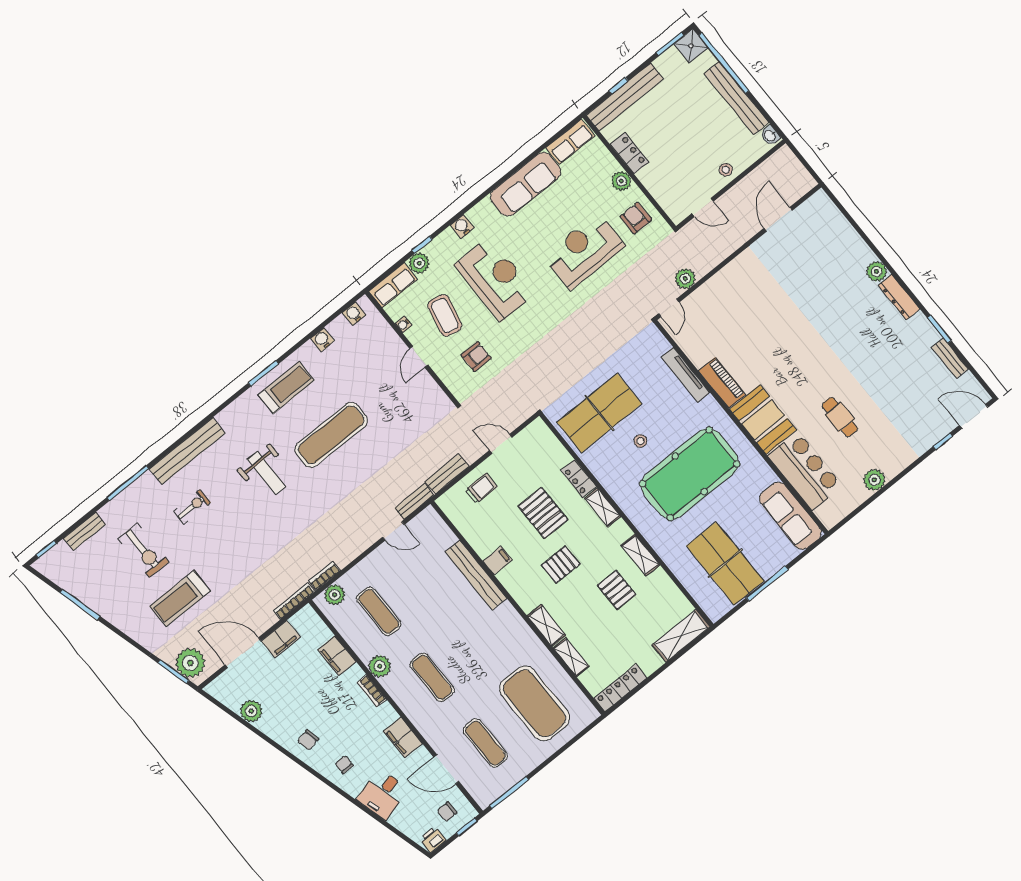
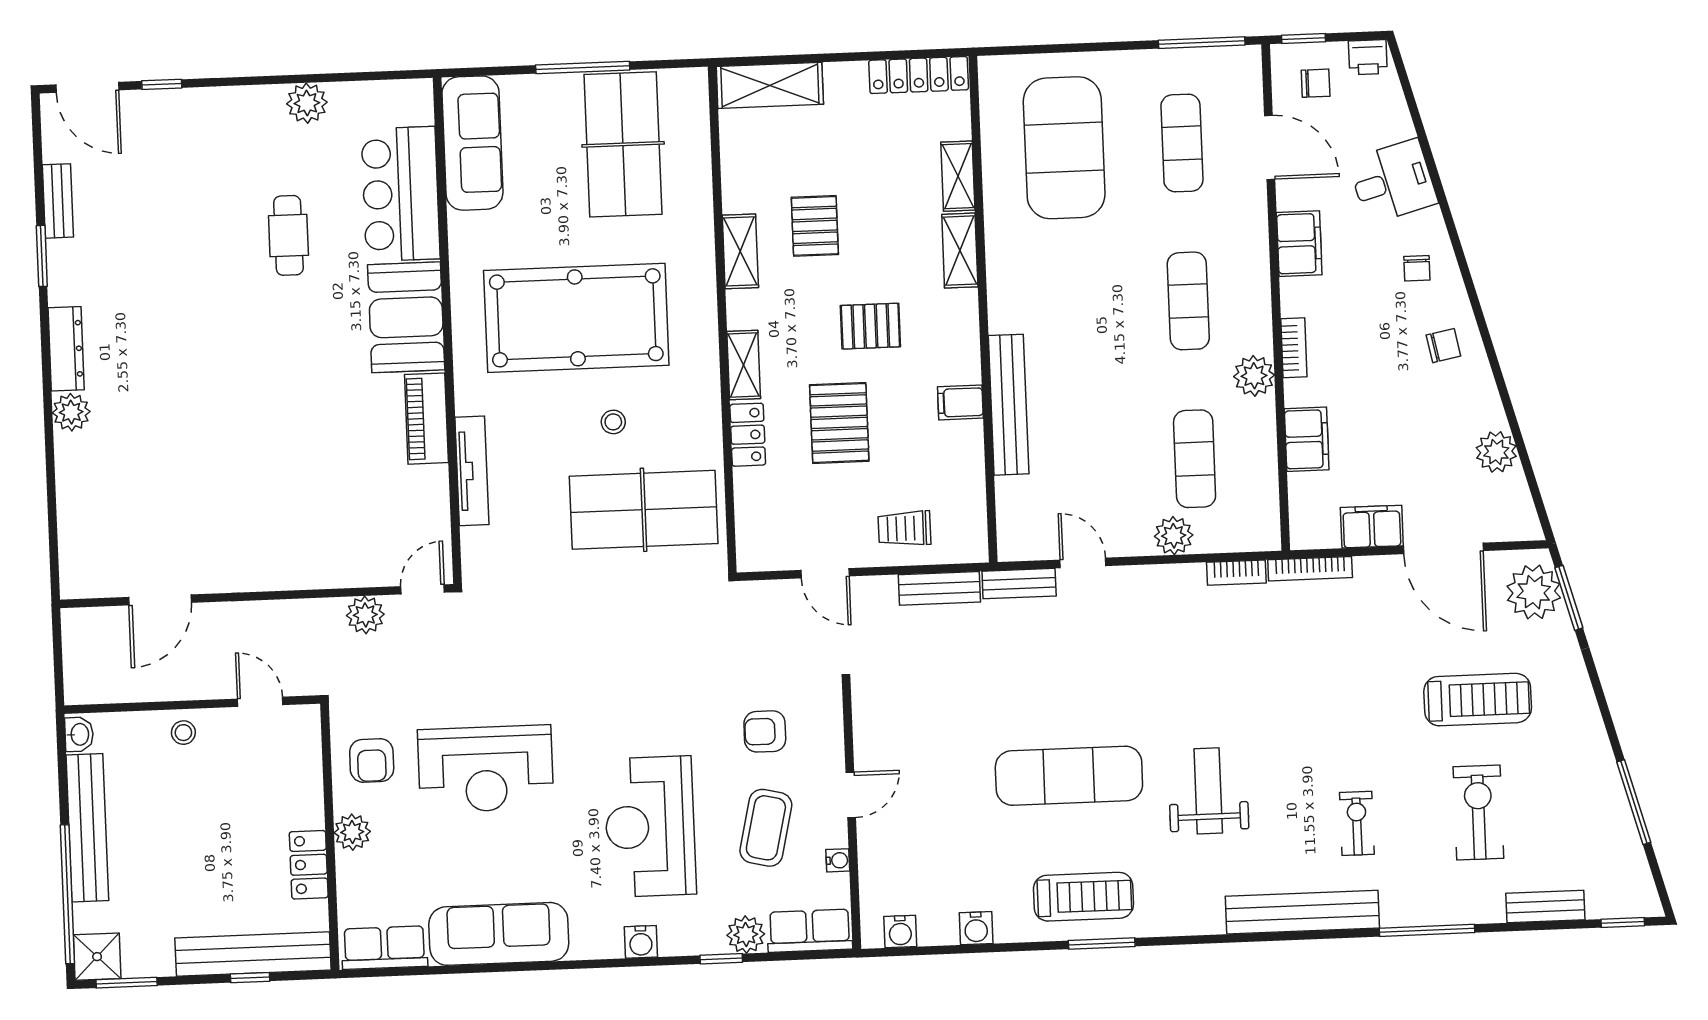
treadmill: (286, 388) -> (1083, 897), turned 180
exercise bike: (192, 507) -> (1357, 823), turned 90
plant: (335, 595) -> (1174, 536), moved

